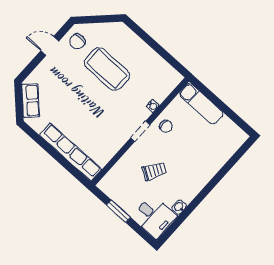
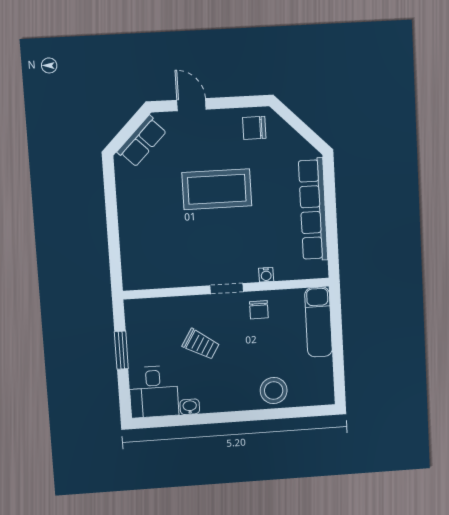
door: (50, 46) -> (191, 105), moved
coffee table: (107, 69) -> (217, 189), moved, turned 90
row of seats: (71, 152) -> (313, 209), moved, turned 180
stool: (213, 159) -> (274, 391), added

